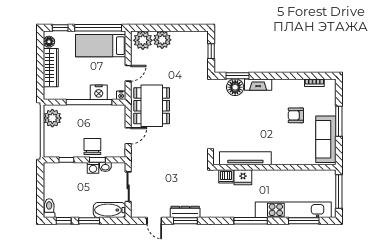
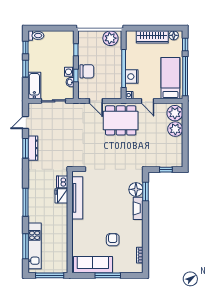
kitchen unit: (293, 210) -> (35, 246), width x0.73

